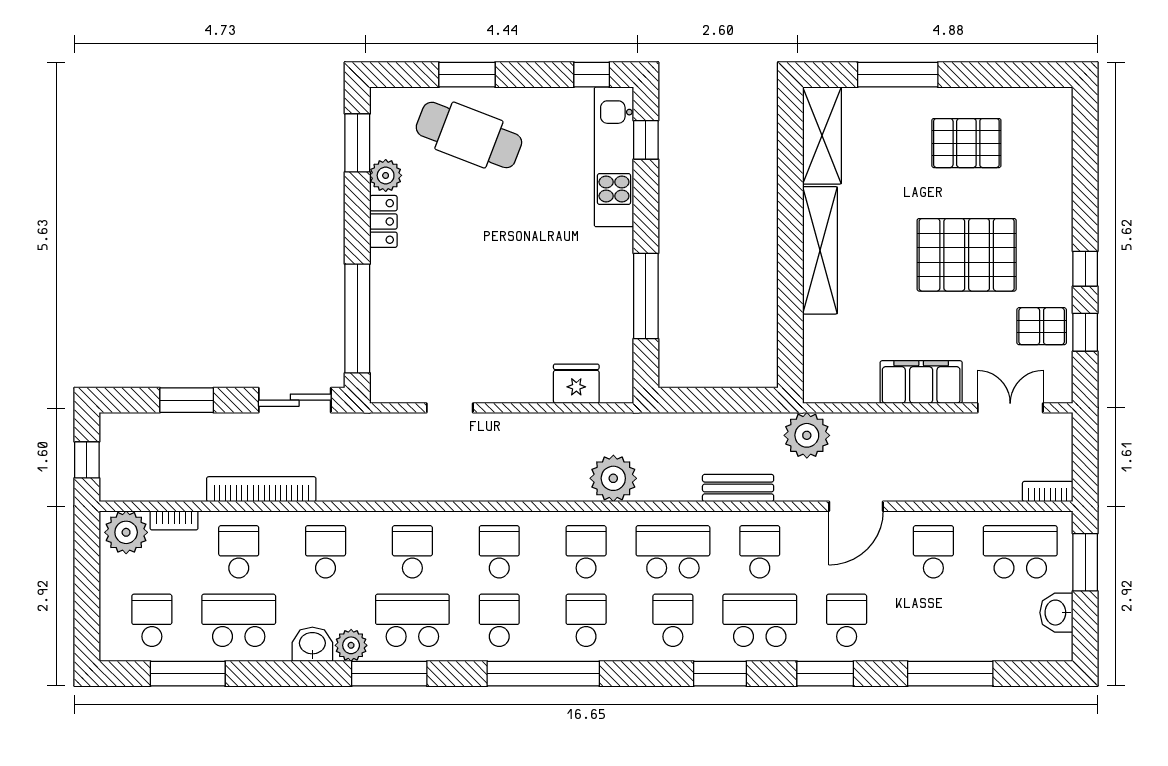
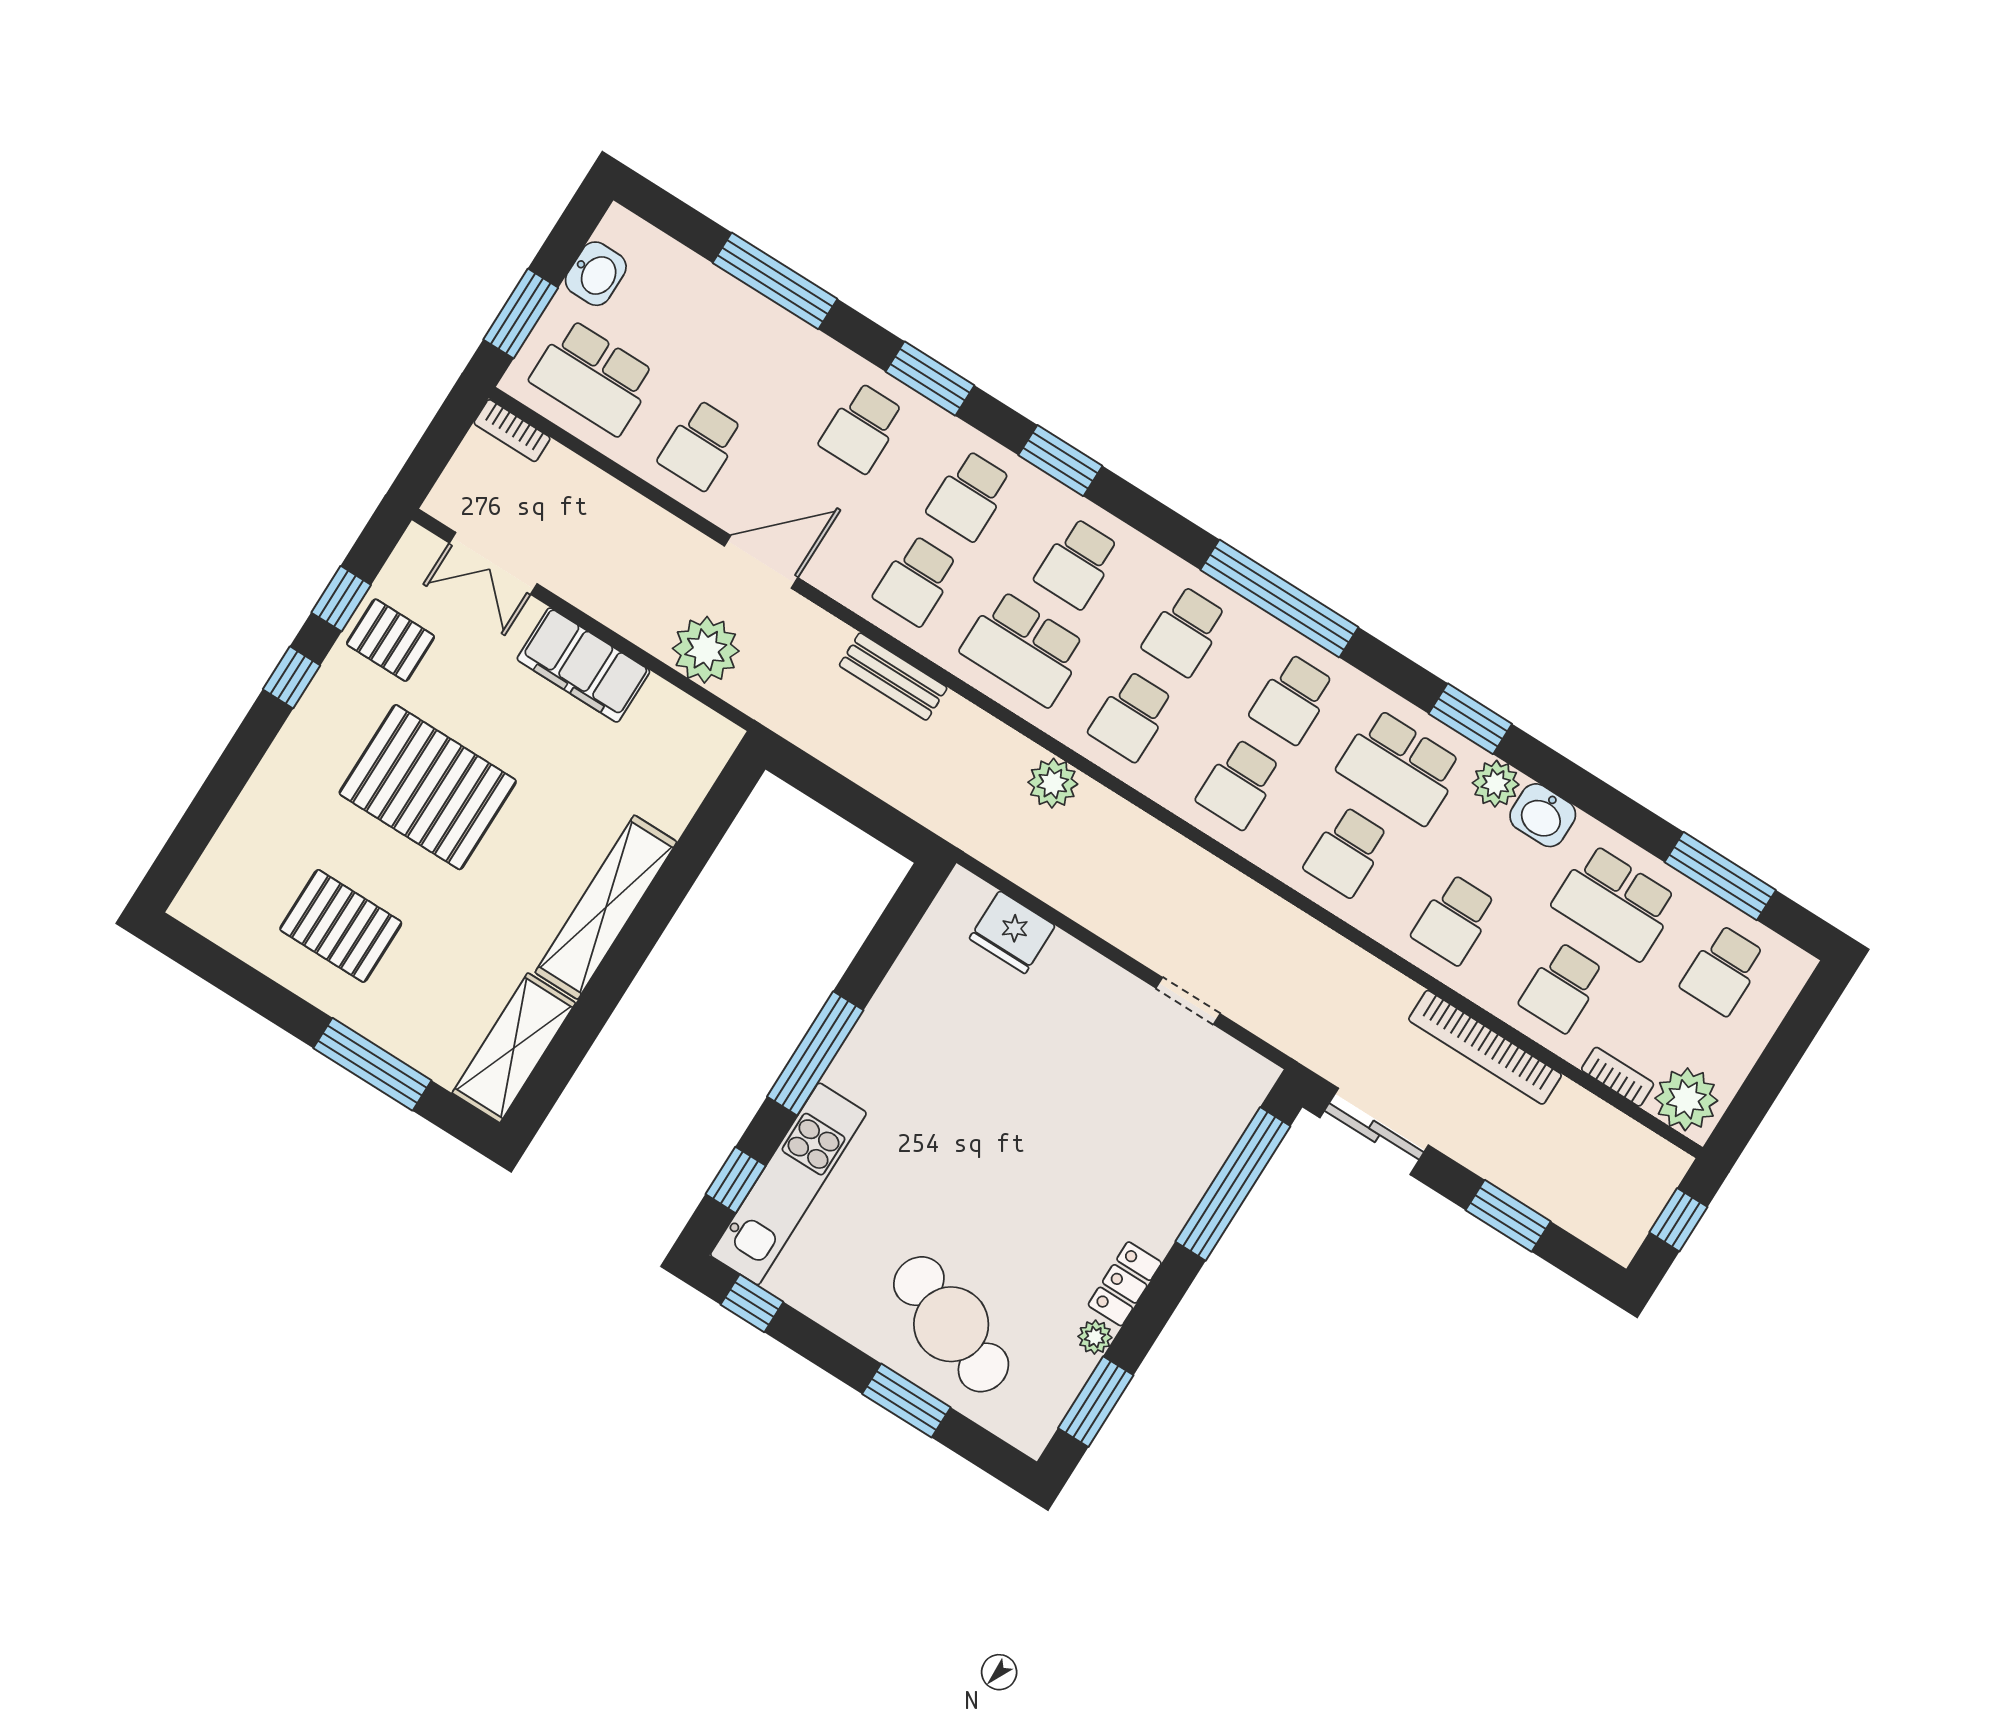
plant: (386, 175) -> (1095, 1337), width x0.73, depth x0.73
window: (646, 296) -> (815, 1053), moved
plant: (807, 435) -> (706, 650), moved
plant: (613, 478) -> (1053, 783), width x0.73, depth x0.73
school desk: (760, 620) -> (970, 496), width x0.54
window: (389, 674) -> (1470, 719), width x0.69

